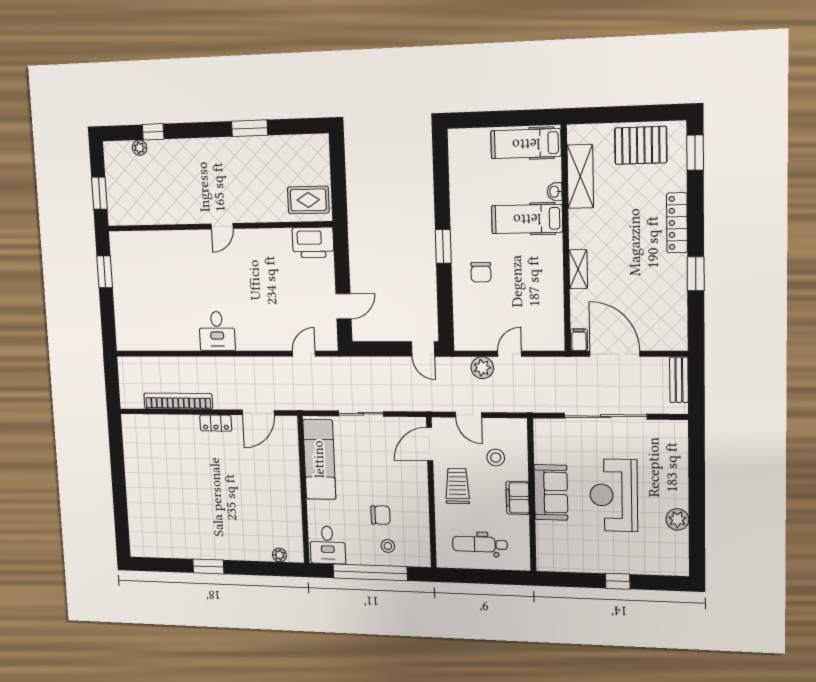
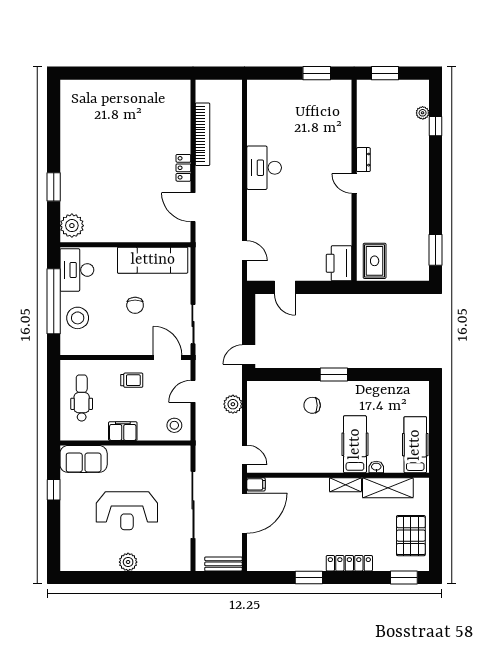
window: (250, 128) -> (436, 250), moved
dresser: (195, 216) -> (363, 160), added
shelving: (578, 269) -> (345, 485), moved
desk: (217, 331) -> (264, 168), width x1.37
door: (510, 354) -> (245, 455), moved
sliding door: (361, 414) -> (193, 324), moved
stool: (496, 458) -> (174, 425), moved
trolley: (457, 486) -> (132, 380), width x0.73, depth x0.72
sofa: (551, 492) -> (84, 459), moved
reception desk: (614, 495) -> (127, 511), turned 180
chair: (380, 515) -> (135, 305), moved
plant: (677, 519) -> (128, 562), moved
desk: (328, 545) -> (77, 270), width x1.37
stool: (388, 546) -> (78, 318), width x1.89, depth x1.89
plant: (279, 555) -> (72, 226), width x1.88, depth x1.88
window: (208, 566) -> (54, 187), moved
window: (618, 581) -> (54, 490), moved

